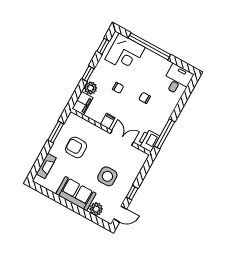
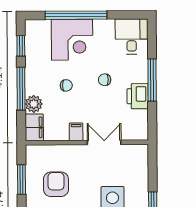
corner desk: (125, 53) -> (72, 40), moved
window: (88, 74) -> (21, 89), width x2.17
window: (164, 134) -> (152, 80), moved
printer: (149, 140) -> (138, 96), moved
armchair: (76, 147) -> (56, 184), turned 90

